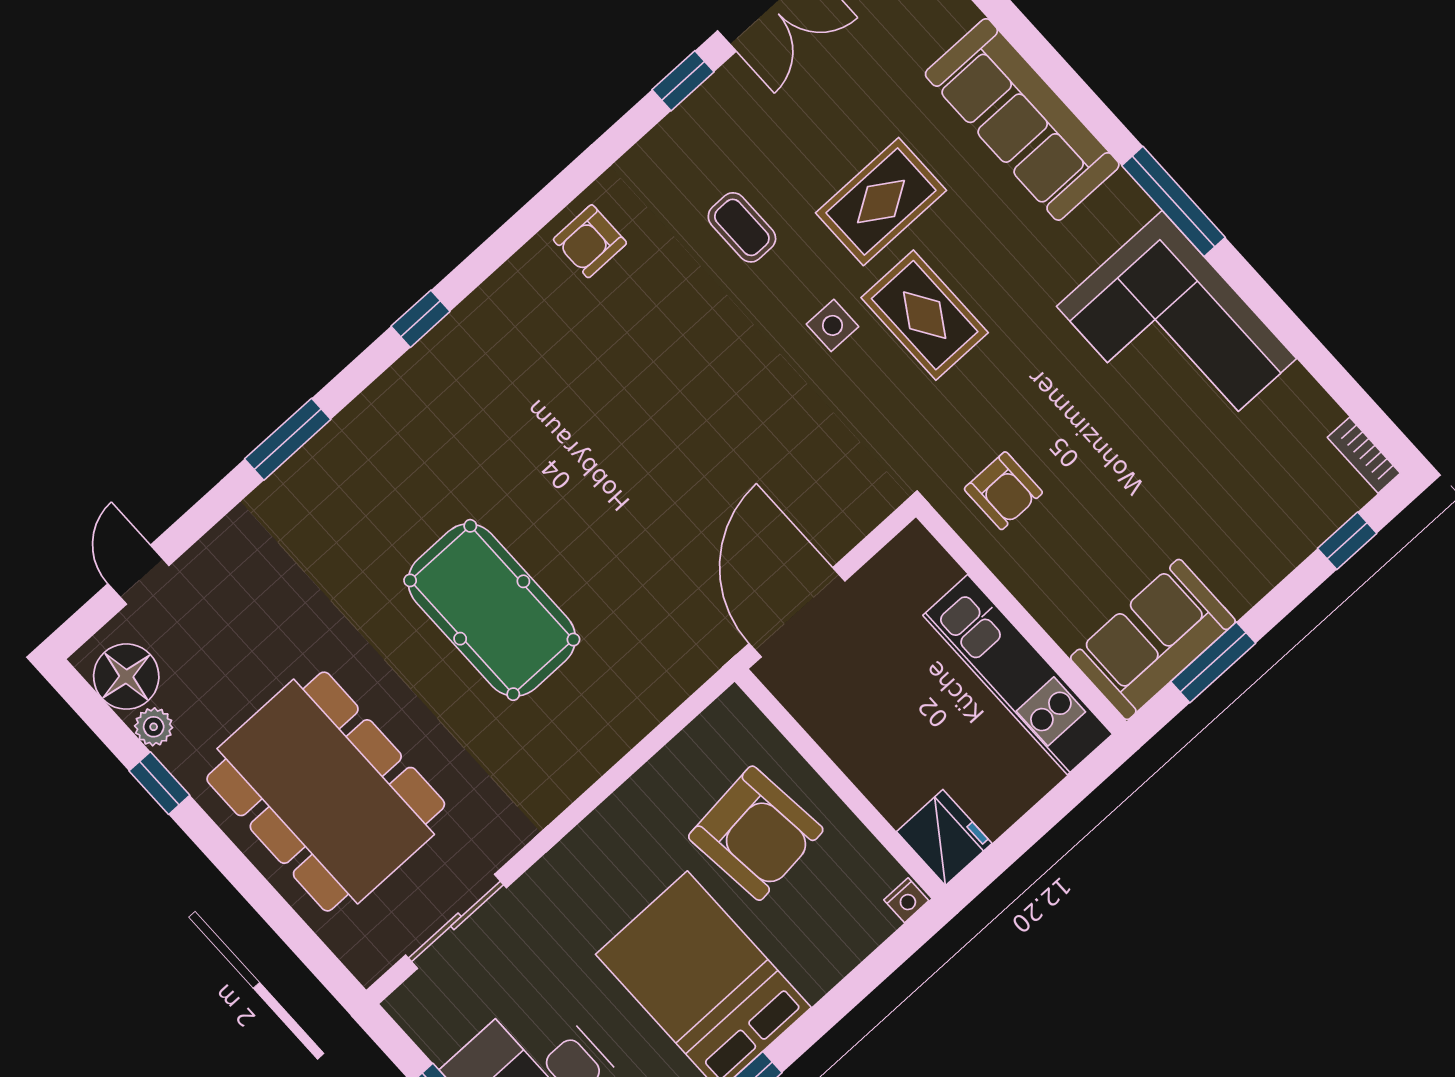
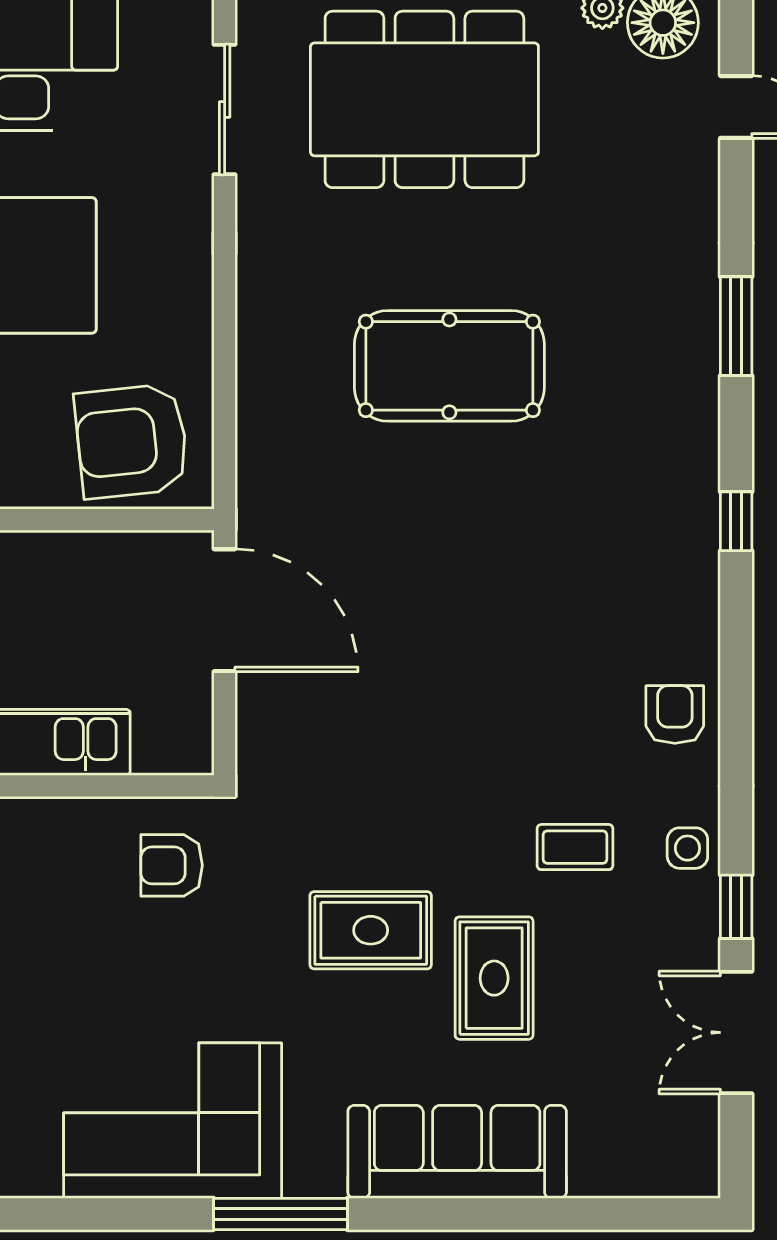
side table: (832, 325) -> (687, 848), moved
armchair: (756, 833) -> (132, 441), moved

